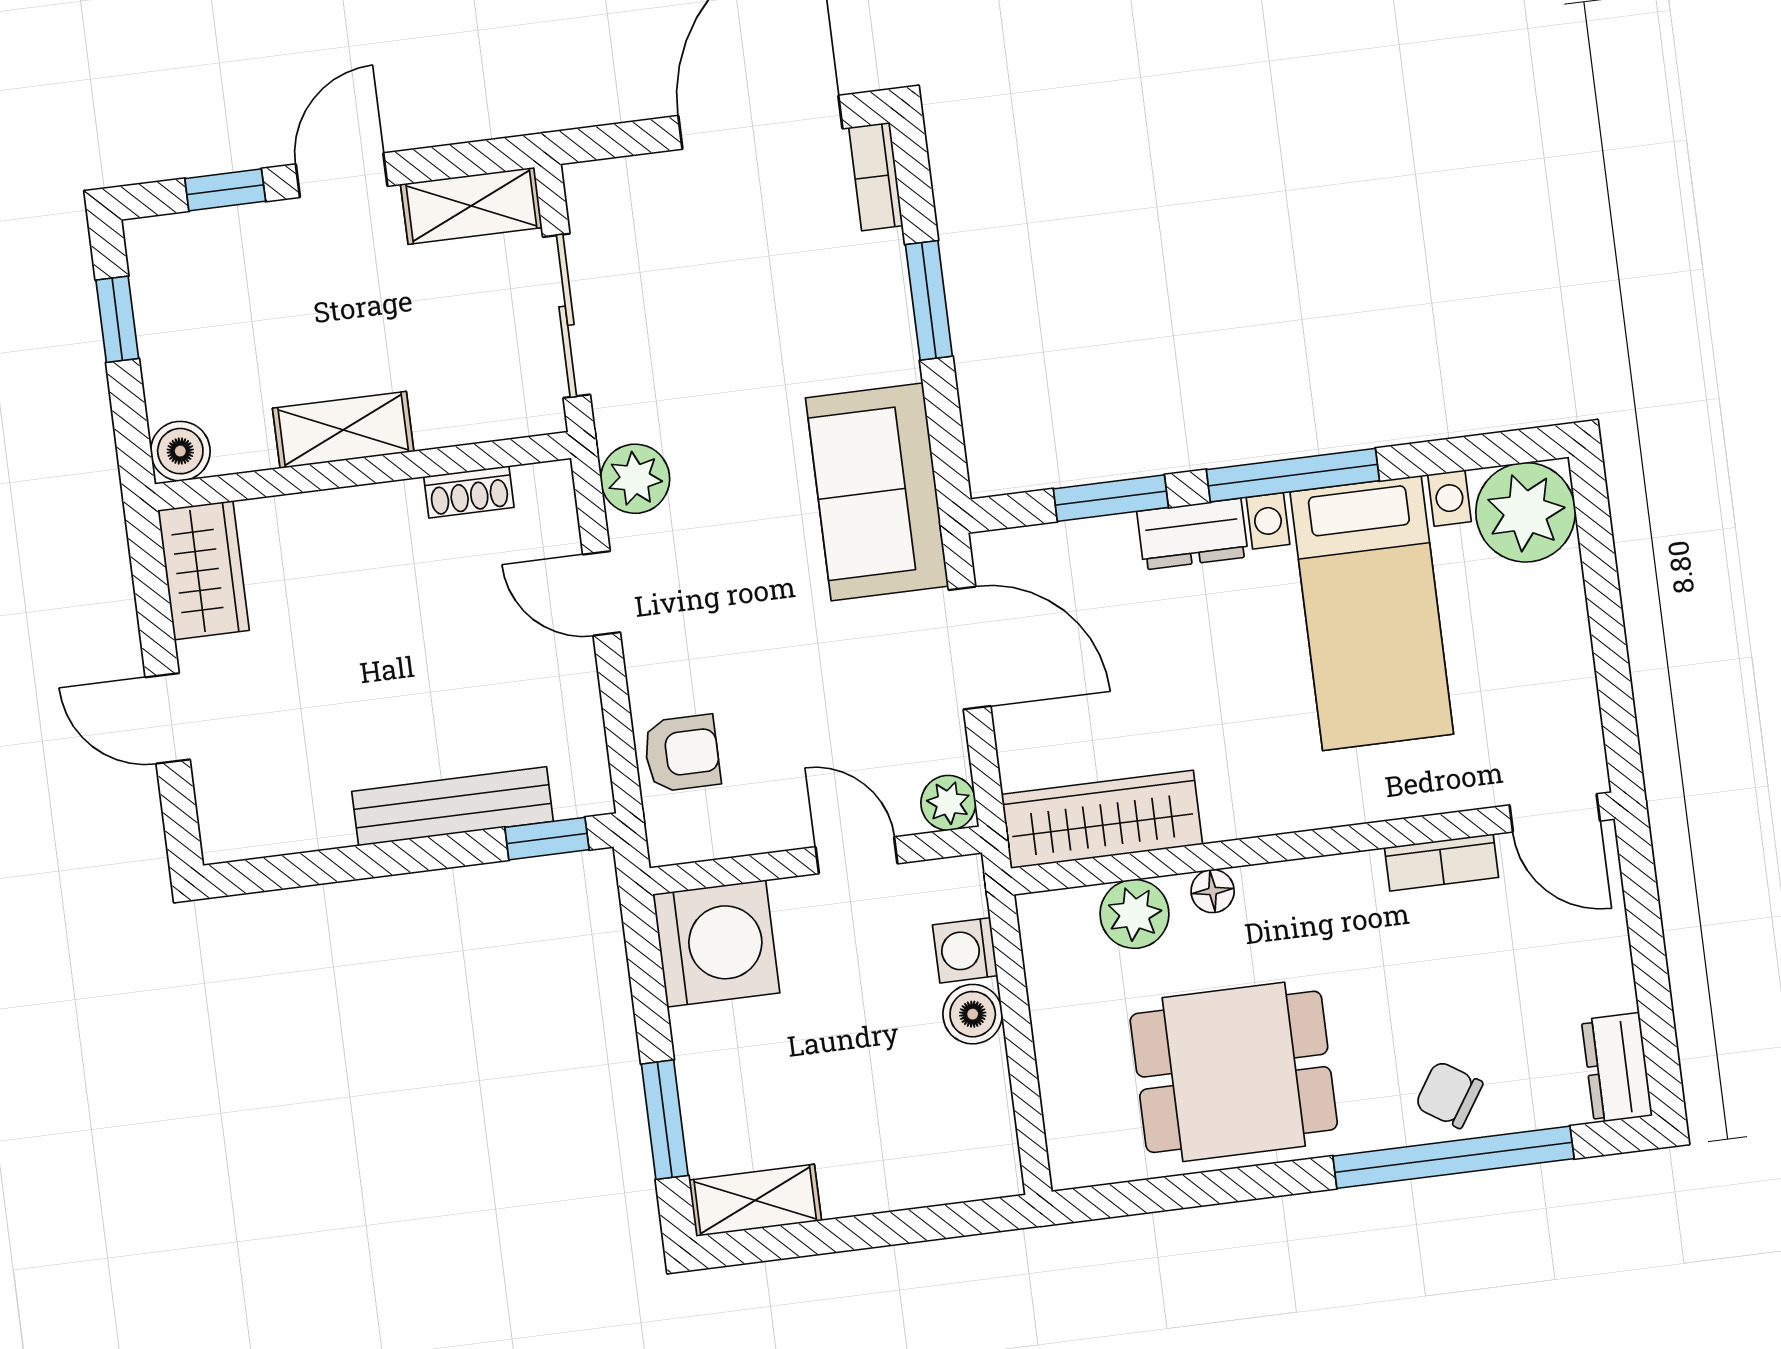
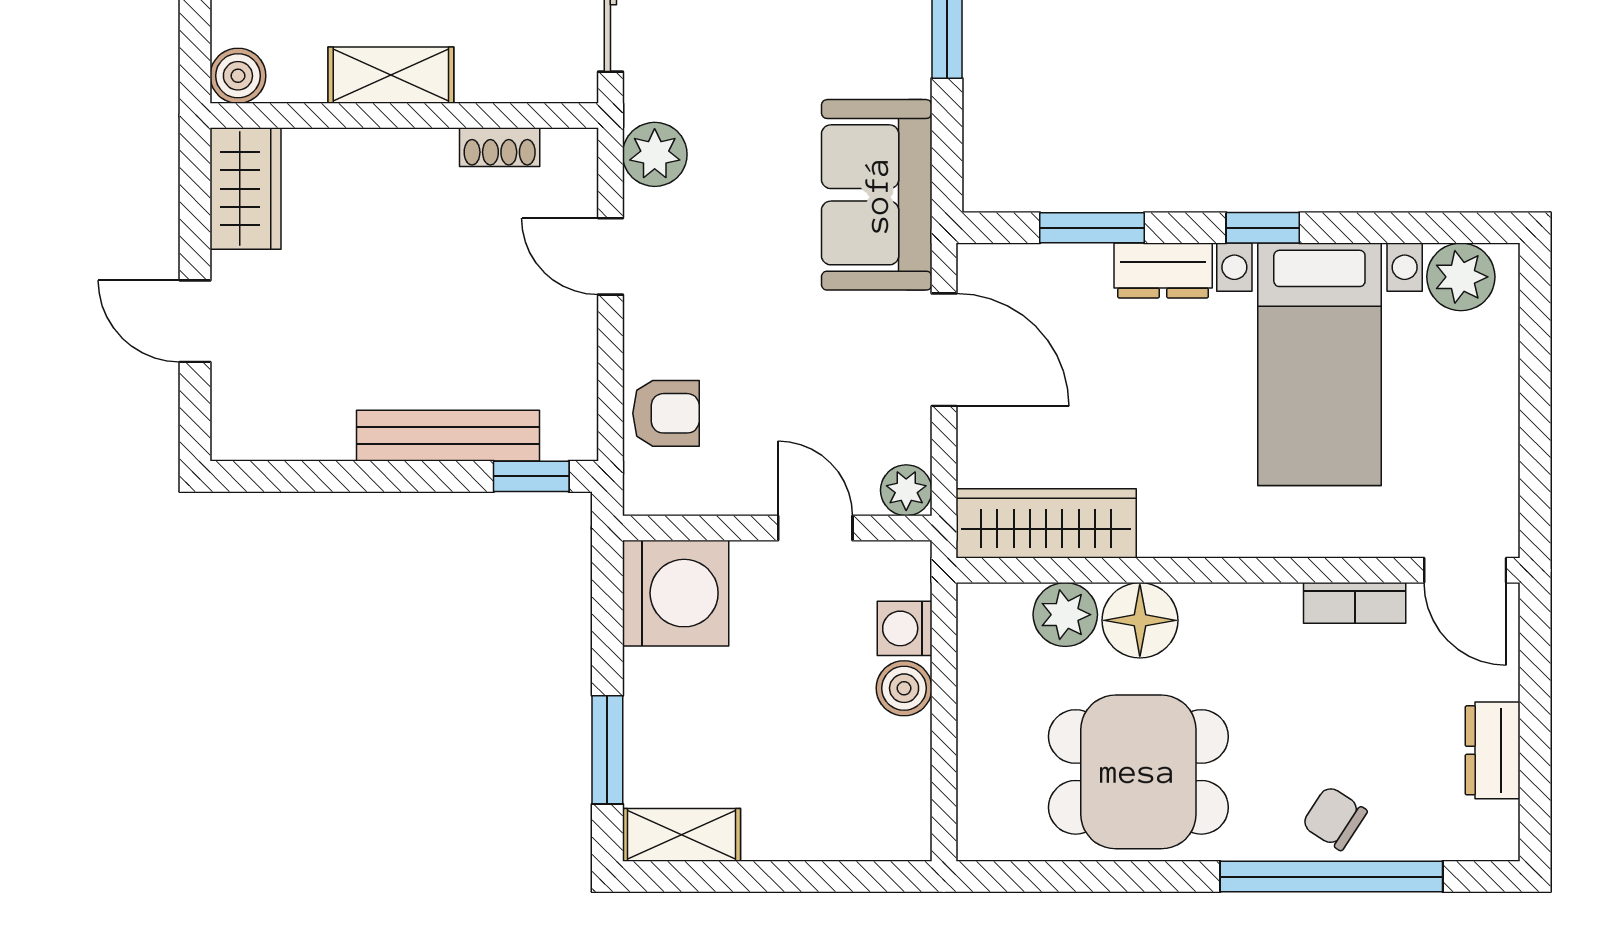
window: (1293, 475) -> (1263, 228), width x0.46
plant: (1526, 512) -> (1461, 277), width x0.73, depth x0.73
floor lamp: (1213, 891) -> (1140, 620), width x1.89, depth x1.89
dresser: (1617, 1068) -> (1493, 750), moved

